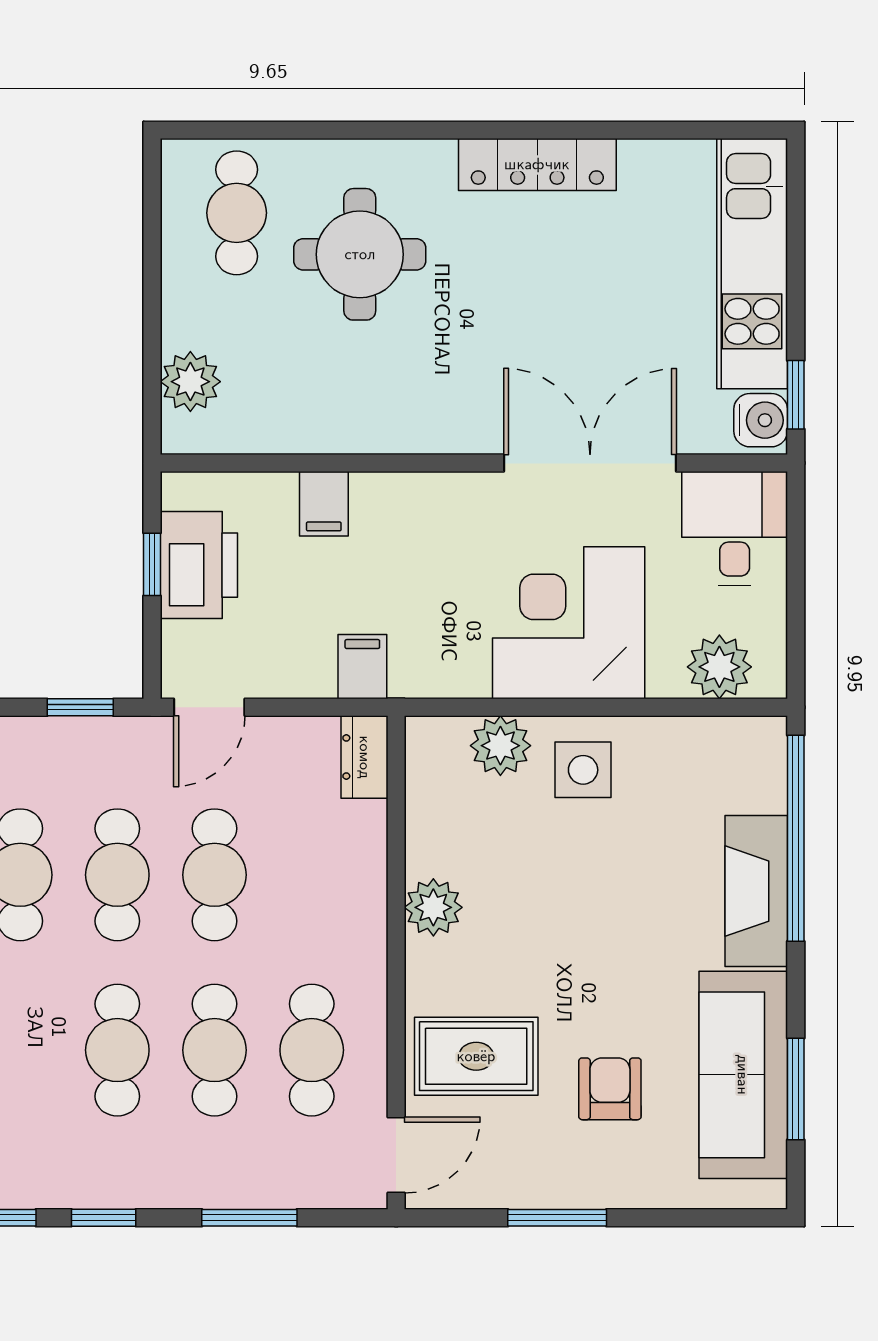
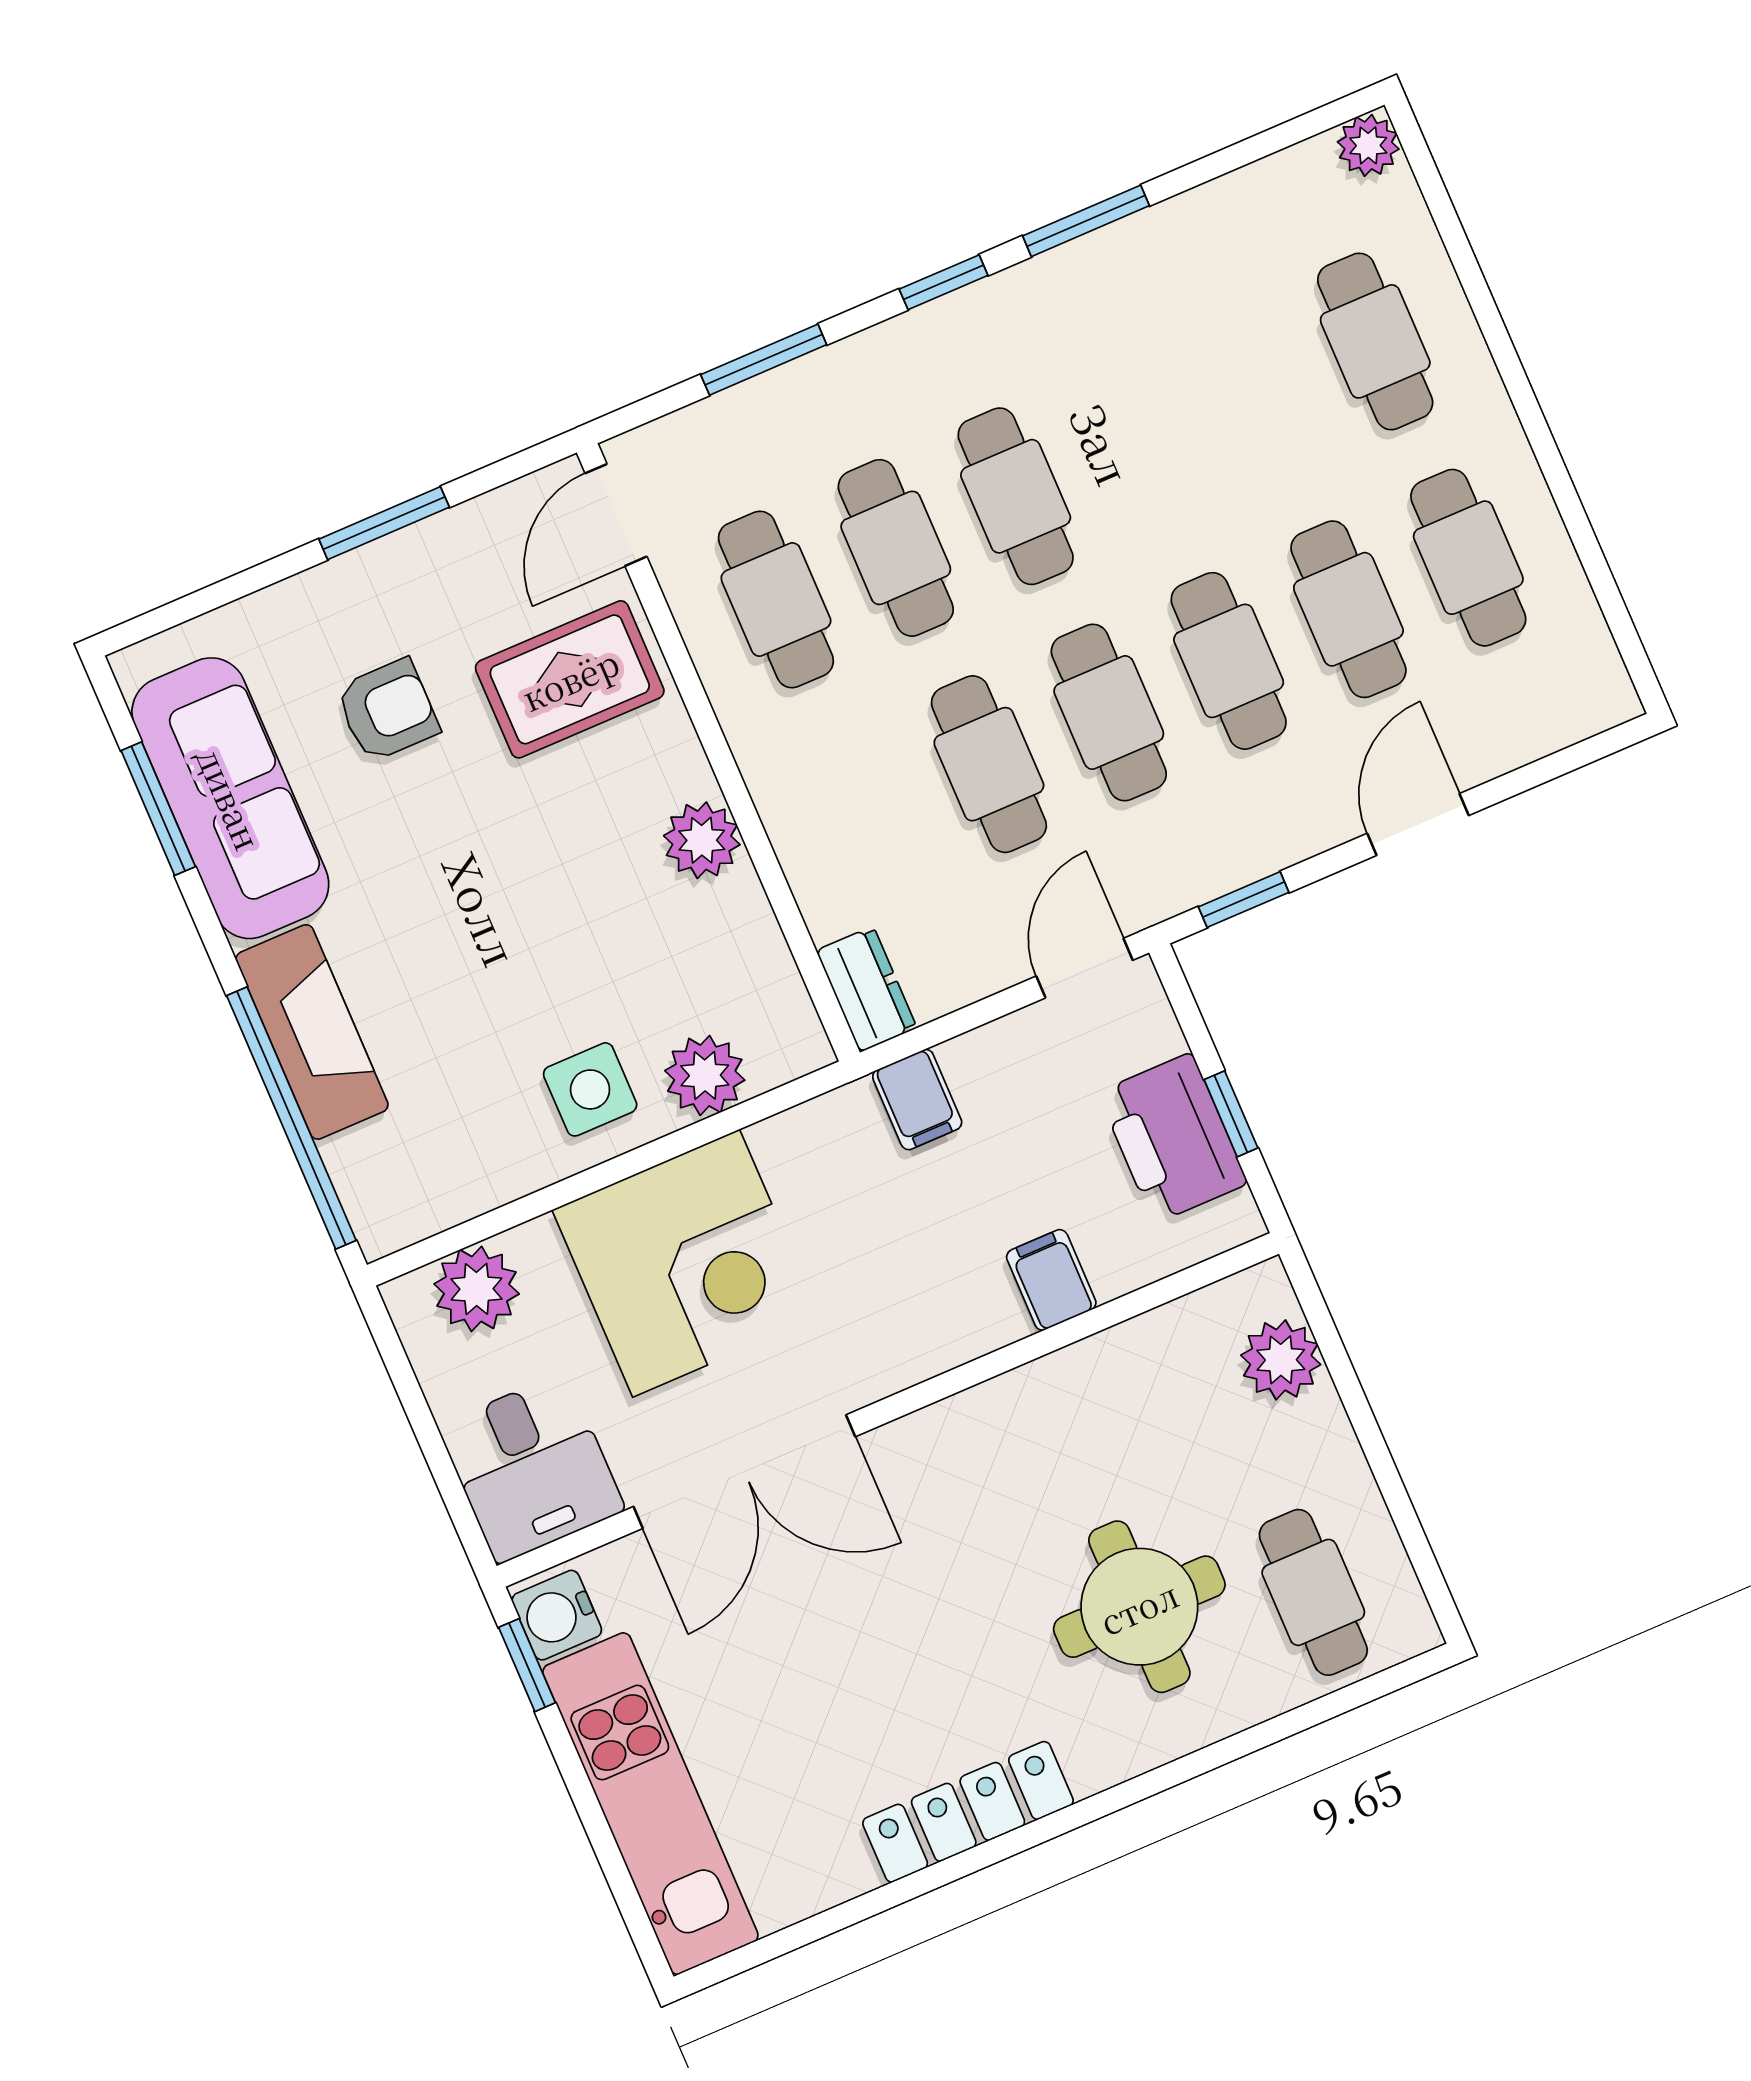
armchair: (610, 1089) -> (387, 710), turned -90

